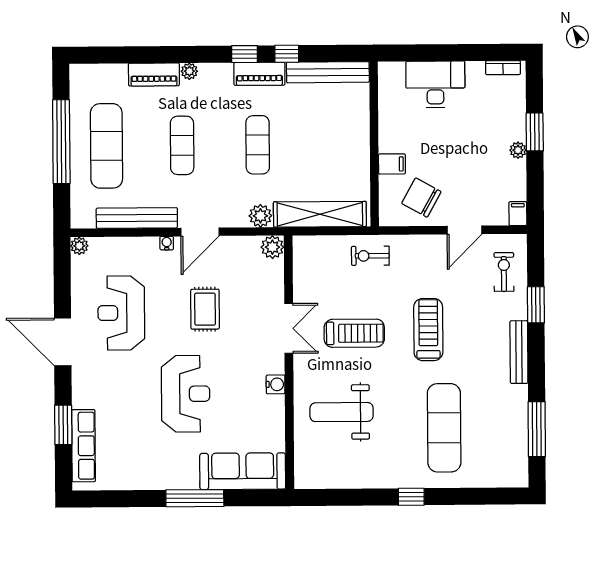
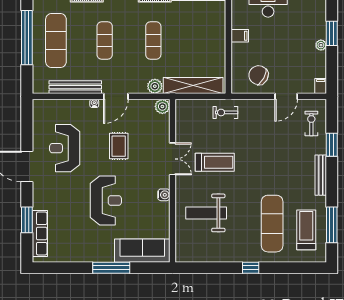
filing cabinet: (392, 164) -> (240, 36), moved
plant: (79, 246) -> (38, 105), removed
treadmill: (428, 330) -> (306, 230), moved

